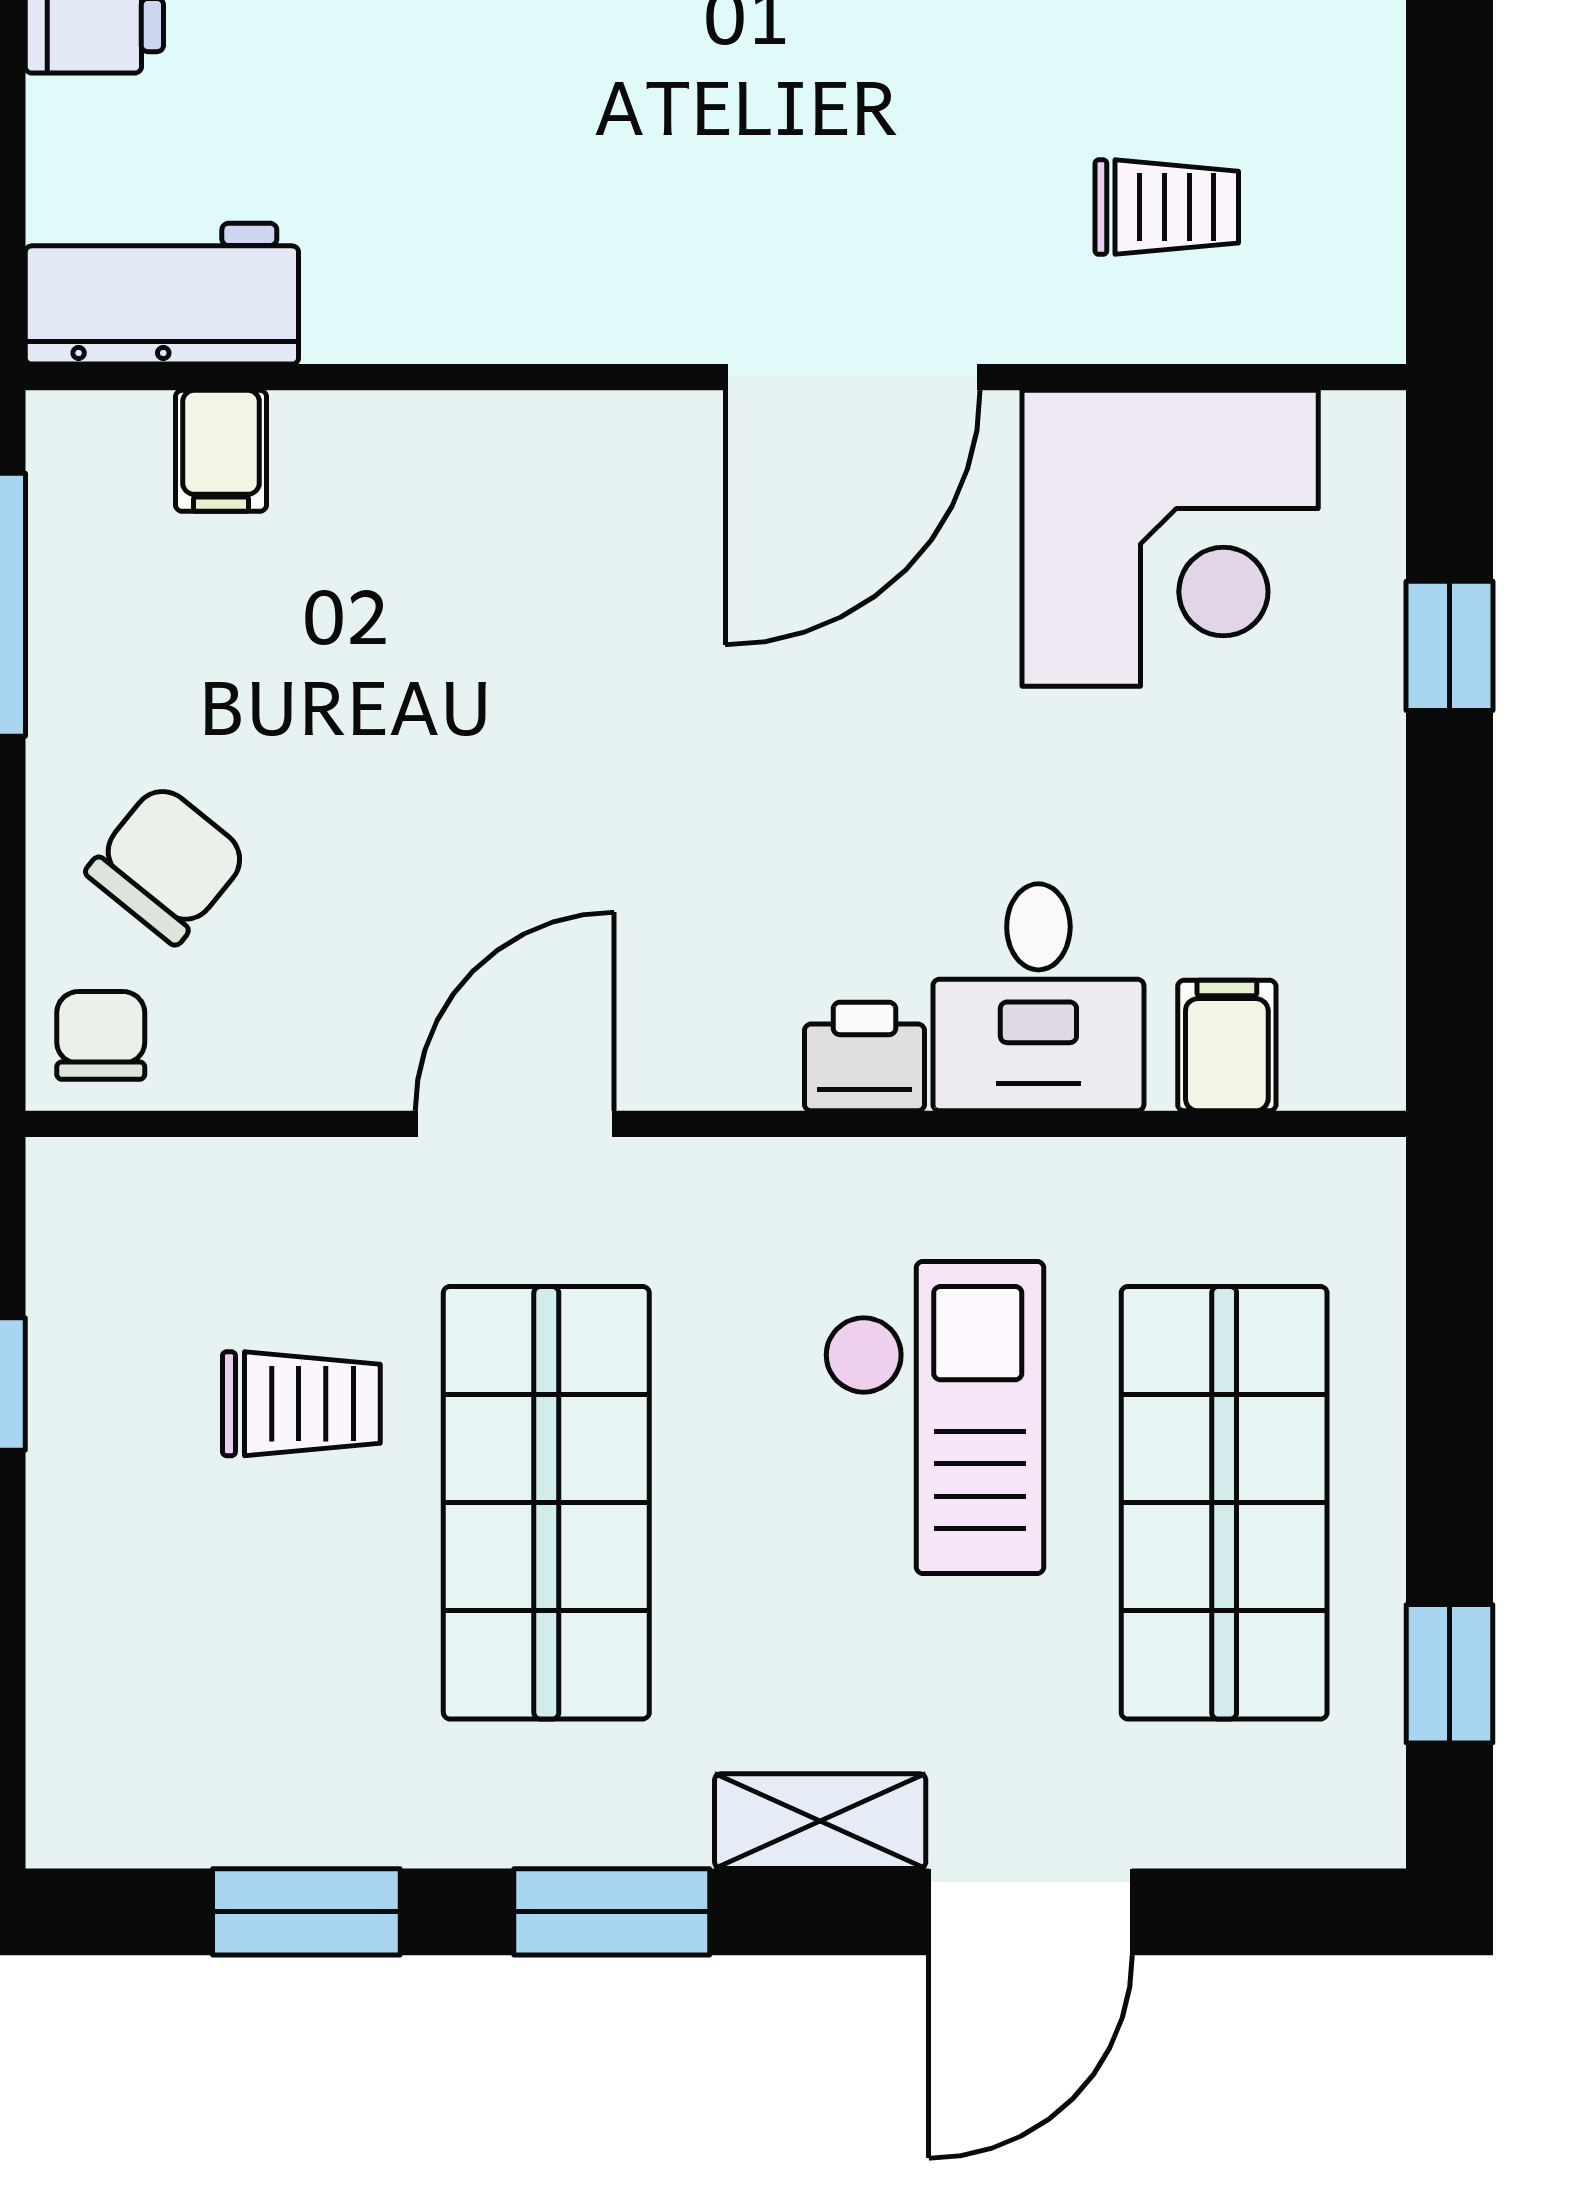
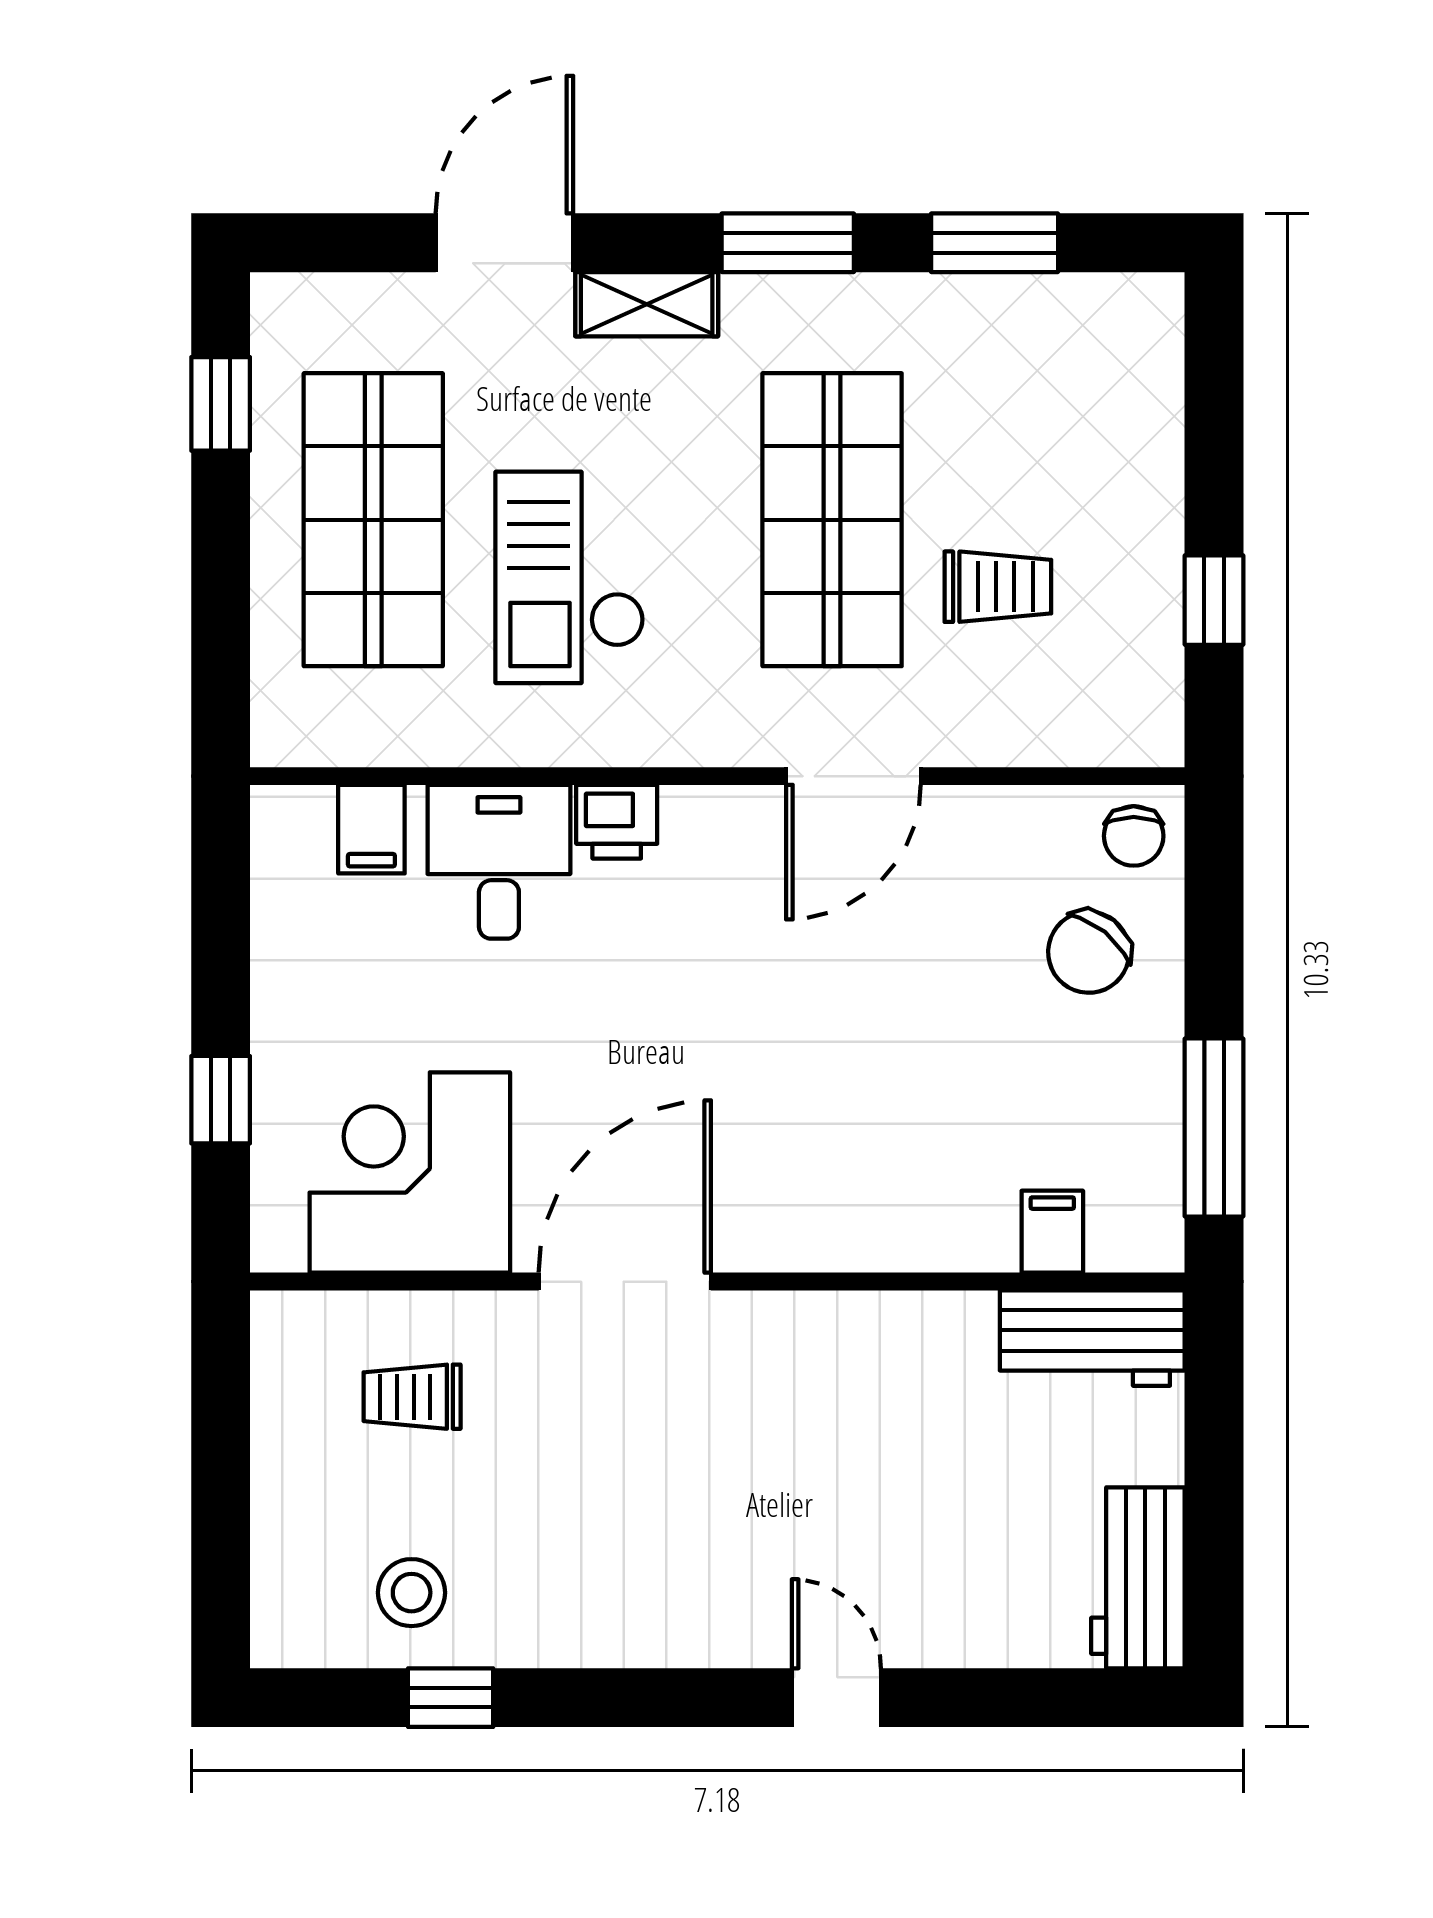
trolley: (301, 1404) -> (998, 587), turned 180

